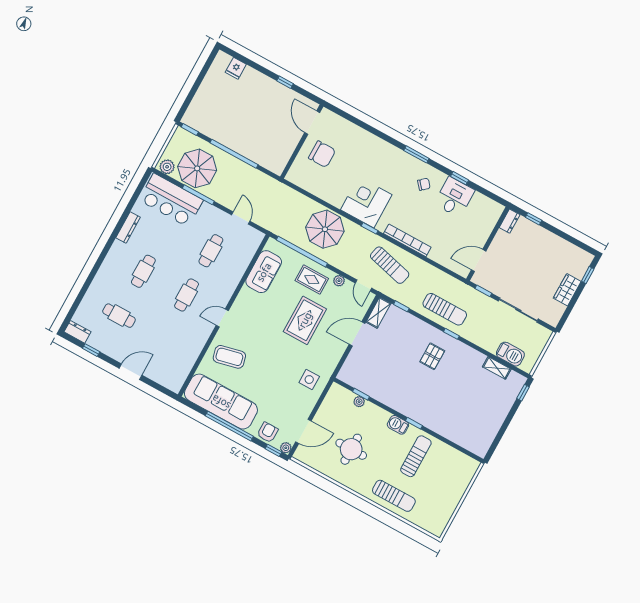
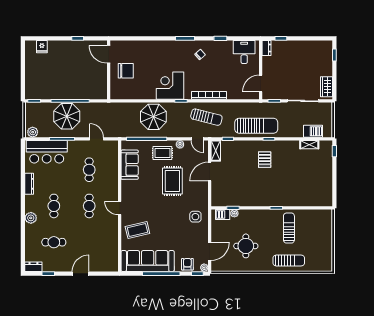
parasol: (197, 168) -> (67, 116), moved
desk: (454, 197) -> (244, 52), moved
plant: (107, 270) -> (31, 218), added
wardrobe: (567, 290) -> (326, 87), moved
sun lounger: (445, 309) -> (256, 126), width x1.36, depth x1.34
door: (222, 318) -> (120, 208), hinge flipped
barbecue: (398, 425) -> (223, 215), moved

